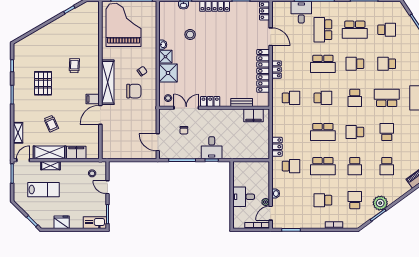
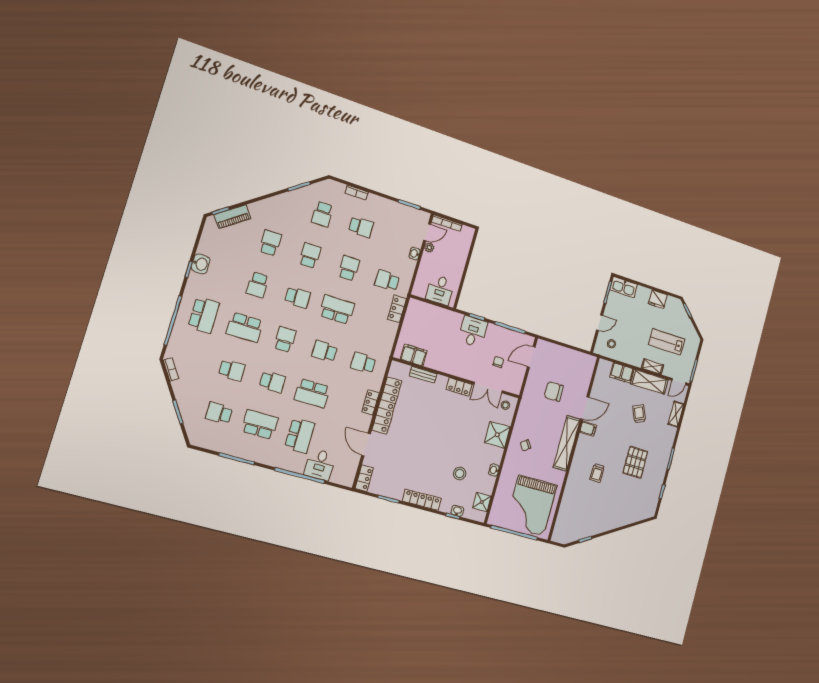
shower: (165, 57) -> (482, 502), moved
school desk: (323, 64) -> (312, 393), turned 180
chair: (134, 91) -> (554, 391), moved
door: (158, 142) -> (531, 357), swing flipped
school desk: (323, 166) -> (349, 268), width x0.54
door: (107, 187) -> (600, 323), hinge flipped
desk: (244, 197) -> (440, 290), moved, turned 90
plant: (380, 203) -> (292, 200), removed

